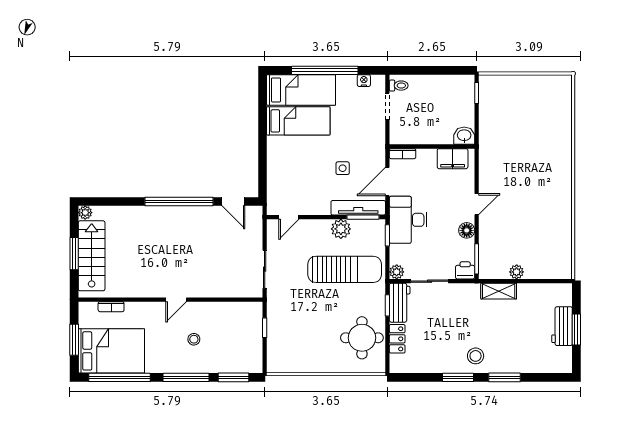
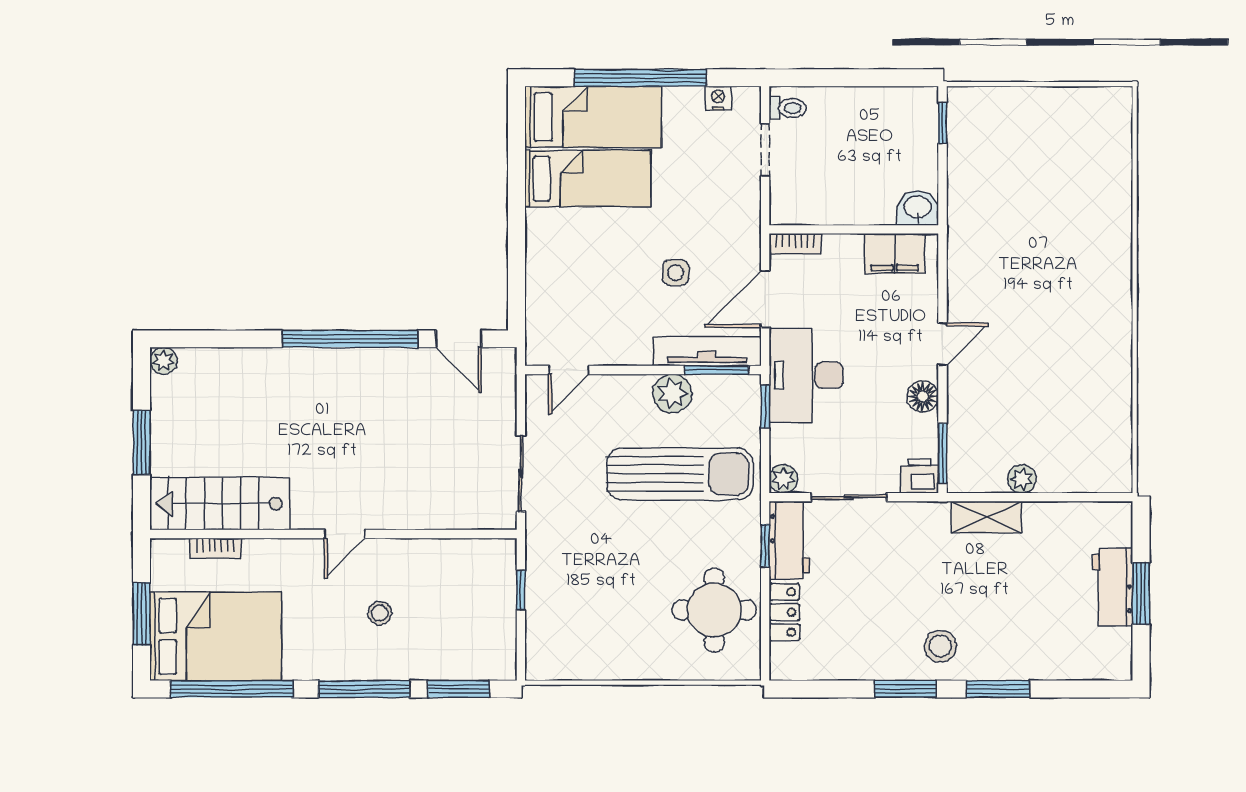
stairs: (92, 256) -> (220, 504), moved, turned -90

